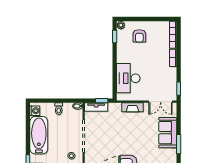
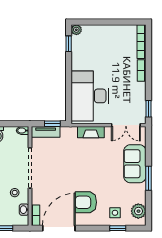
armchair: (139, 36) -> (99, 43), removed
desk: (128, 78) -> (90, 96), width x1.36, depth x1.30

